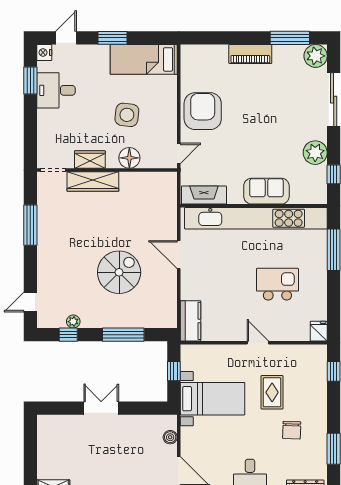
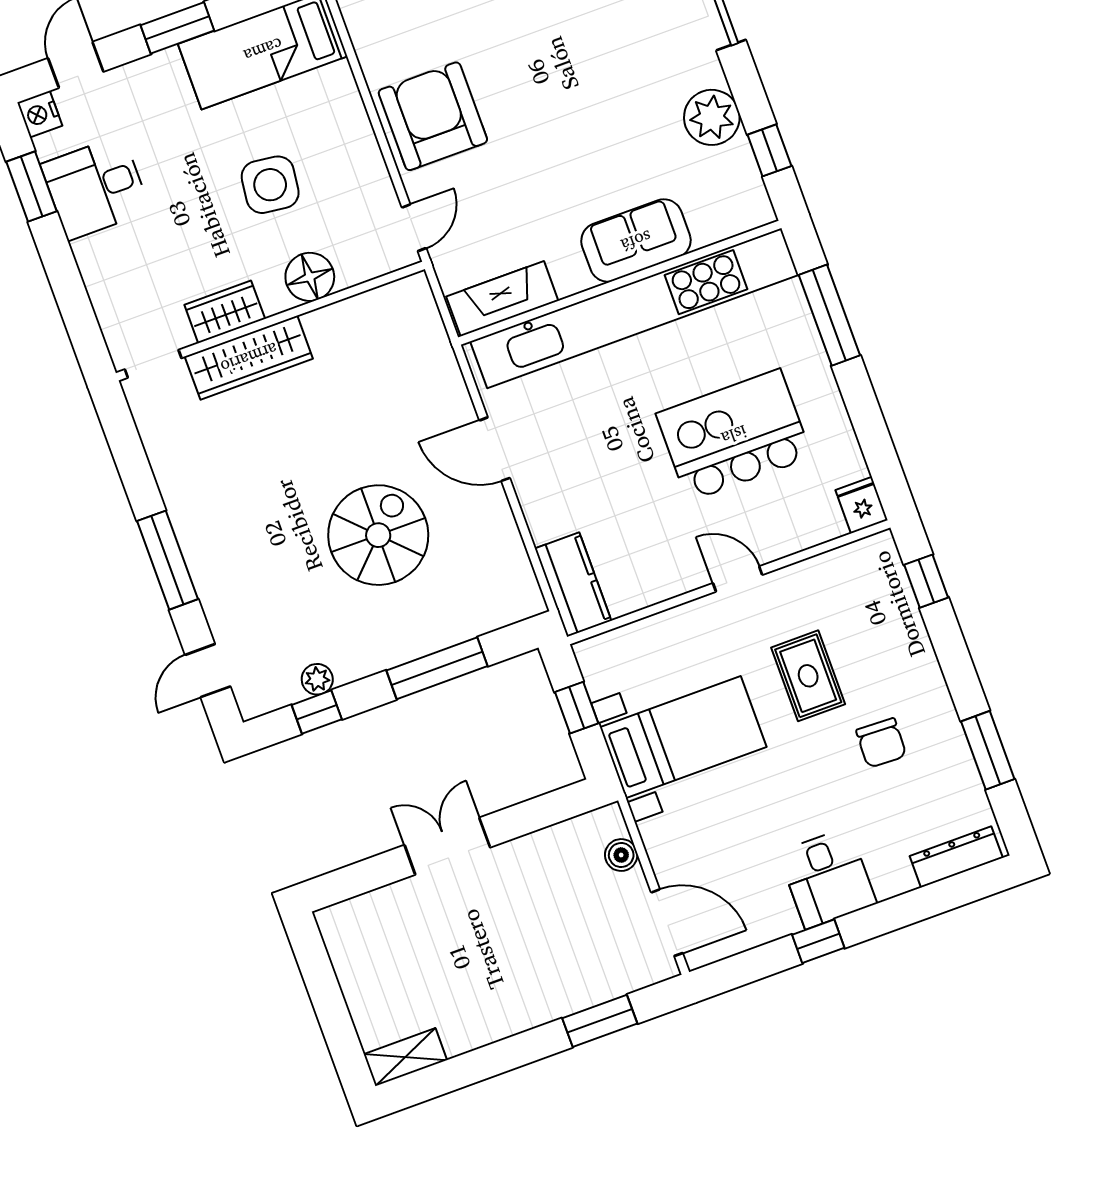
window: (30, 225) -> (168, 560), moved
kitchen island: (277, 284) -> (734, 435), width x1.37, depth x1.28

